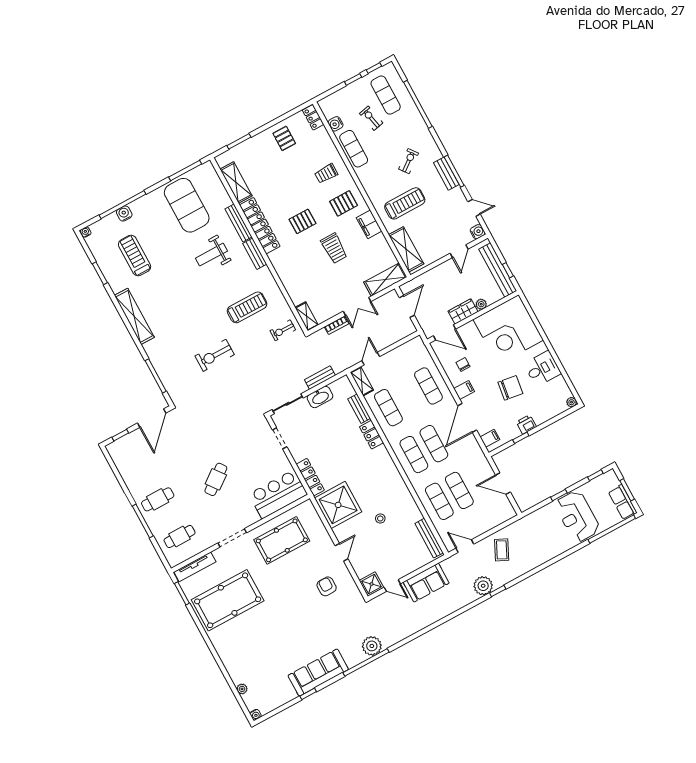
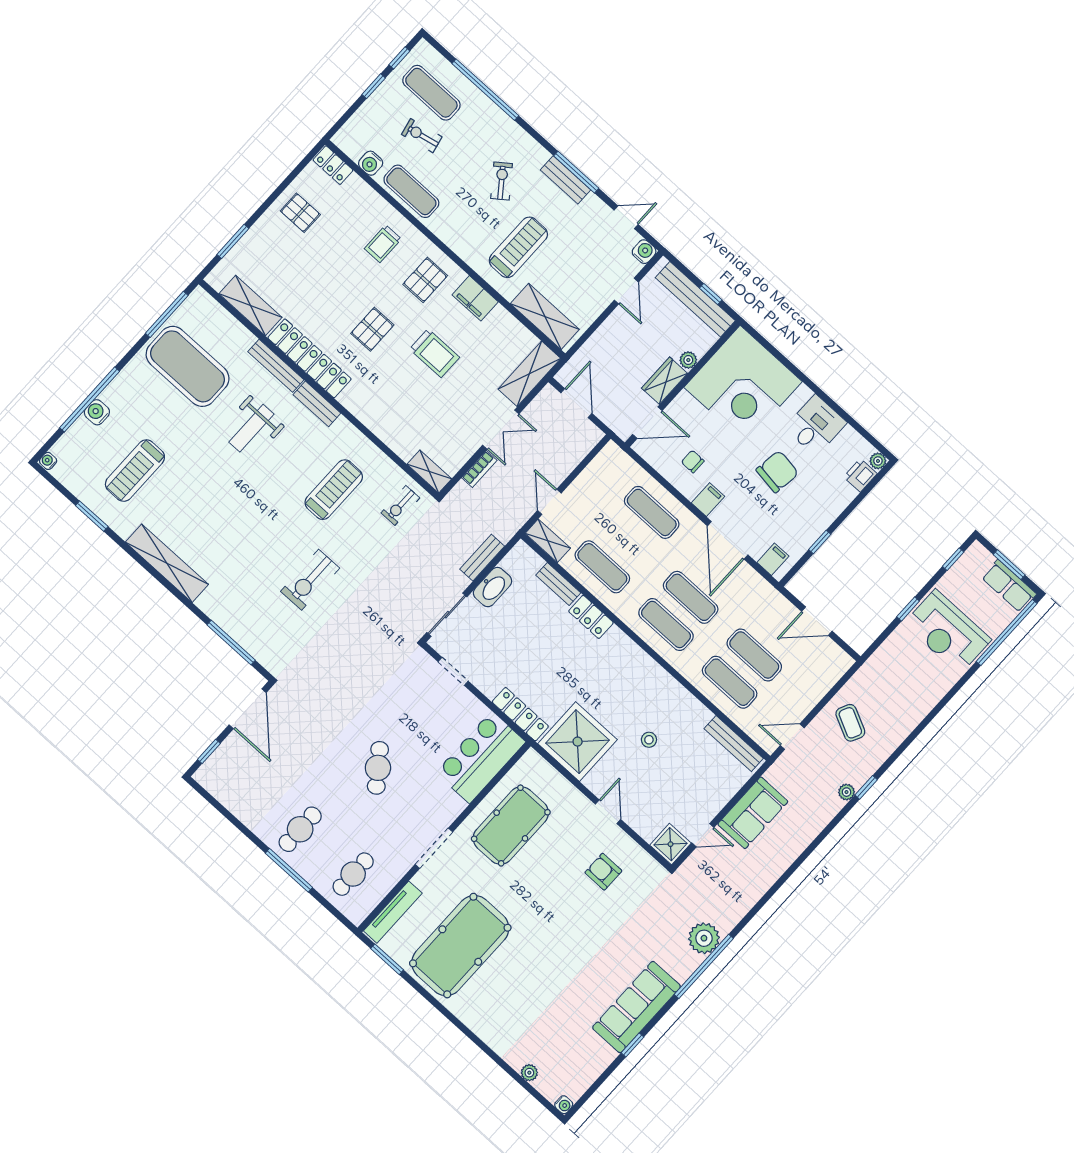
treadmill: (135, 256) -> (135, 471), turned -90
printer: (526, 424) -> (860, 475), moved
plant: (483, 586) -> (847, 792), width x0.53, depth x0.53

